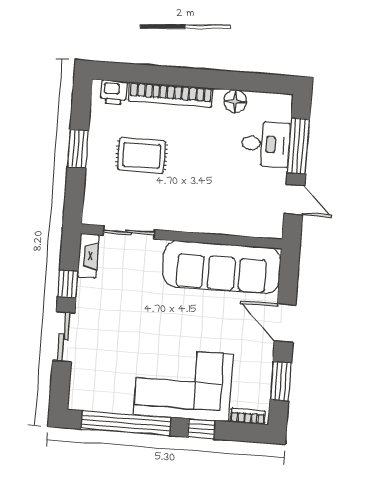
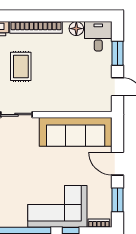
desk: (266, 144) -> (98, 36), moved, turned -90
window: (298, 146) -> (118, 53), width x0.69
rug: (142, 155) -> (21, 66), turned 90

